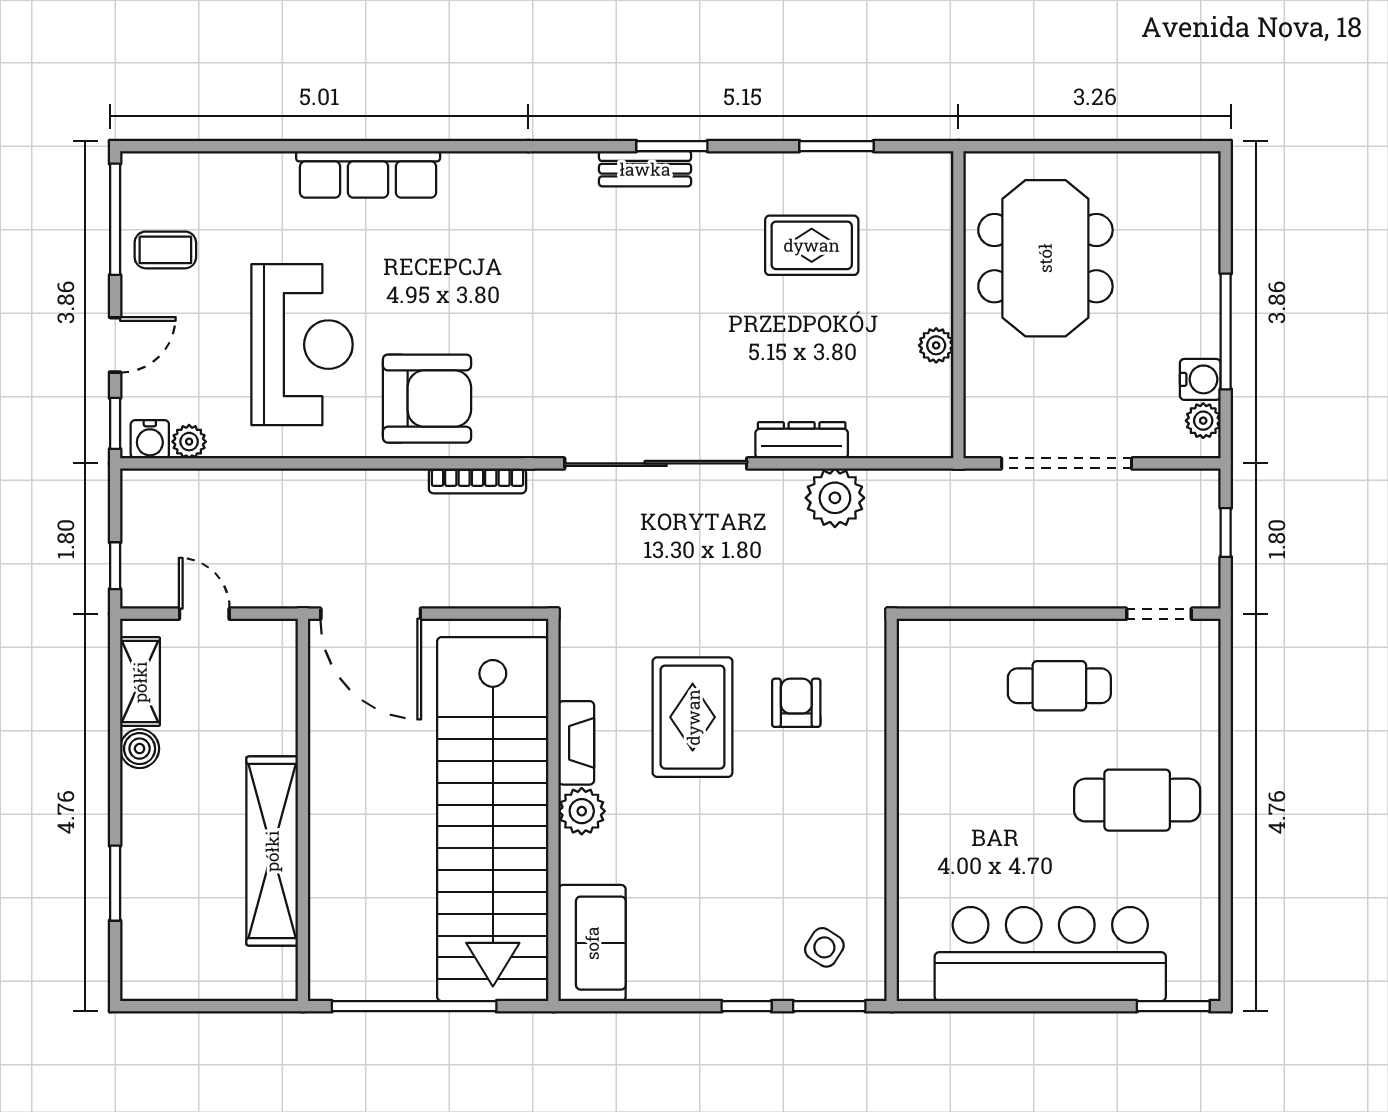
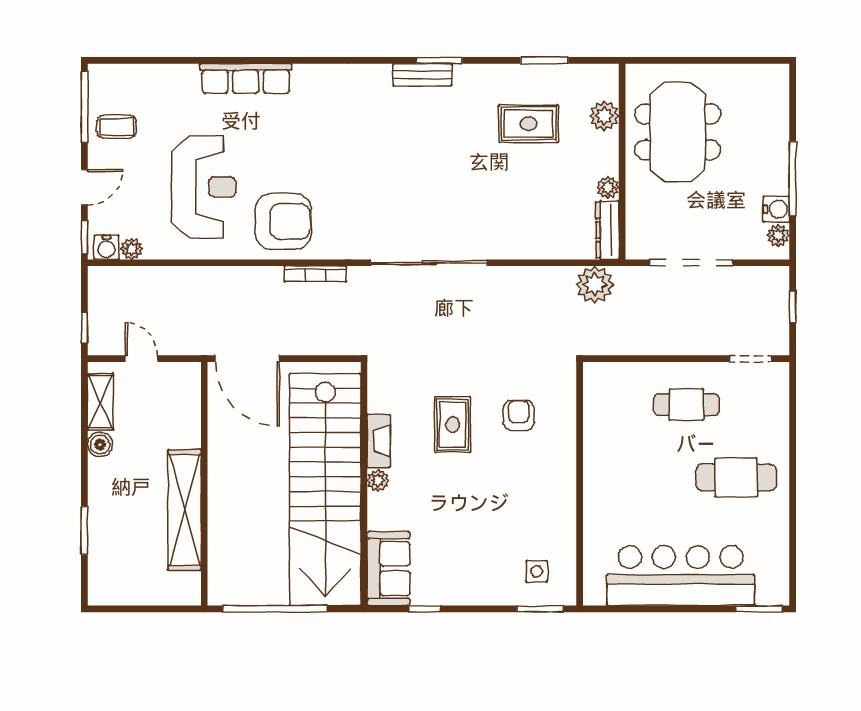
plant: (930, 233) -> (604, 116), added
dresser: (802, 440) -> (607, 230), moved, turned -90
plant: (835, 498) -> (595, 285), moved
rug: (693, 717) -> (453, 425), width x0.73, depth x0.70
plant: (582, 811) -> (378, 480), width x0.73, depth x0.73
side table: (824, 947) -> (537, 571), turned -32
window: (747, 1006) -> (425, 609), moved

